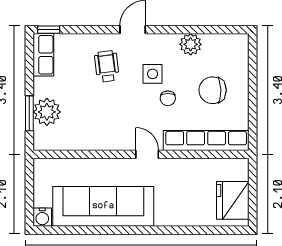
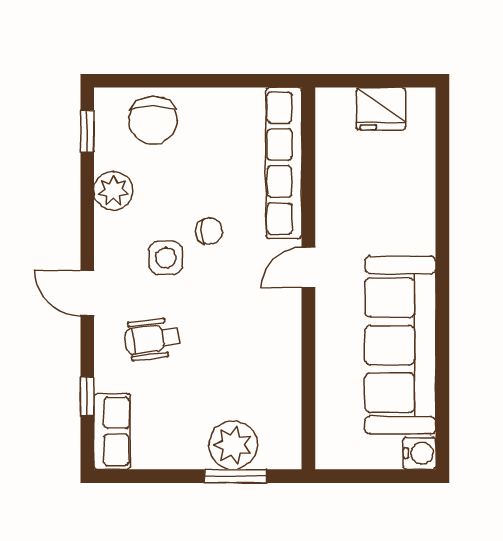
window: (49, 30) -> (87, 396), moved
window: (224, 30) -> (87, 131), added
row of seats: (43, 55) -> (112, 431), moved, turned 90
chair: (213, 90) -> (153, 120), moved
fridge: (233, 200) -> (381, 109), width x0.73, depth x0.75

